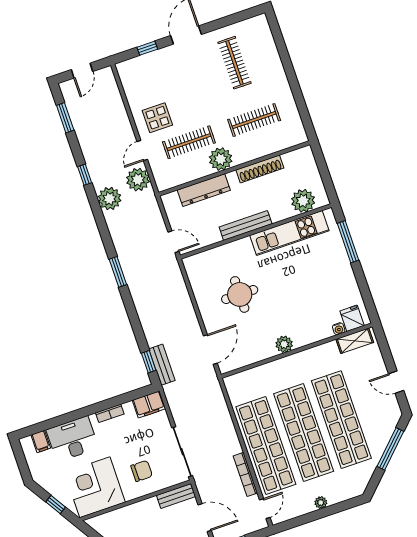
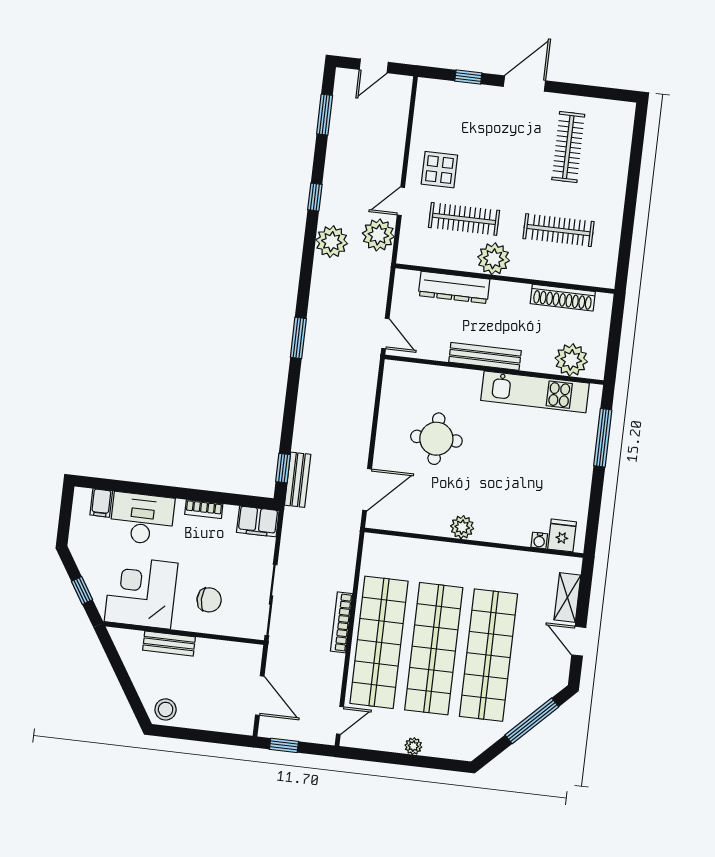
shoe rack: (260, 169) -> (563, 298), moved
shelving: (355, 341) -> (567, 597), moved, turned 90
bookcase: (245, 474) -> (341, 622), moved
bench: (176, 496) -> (169, 644), moved

